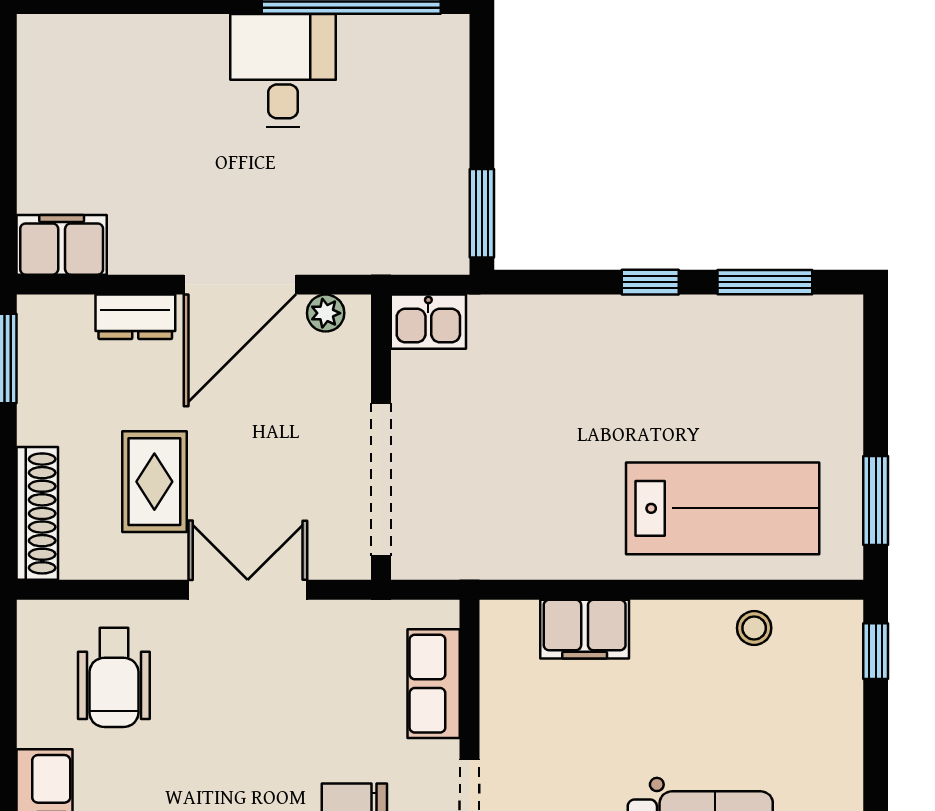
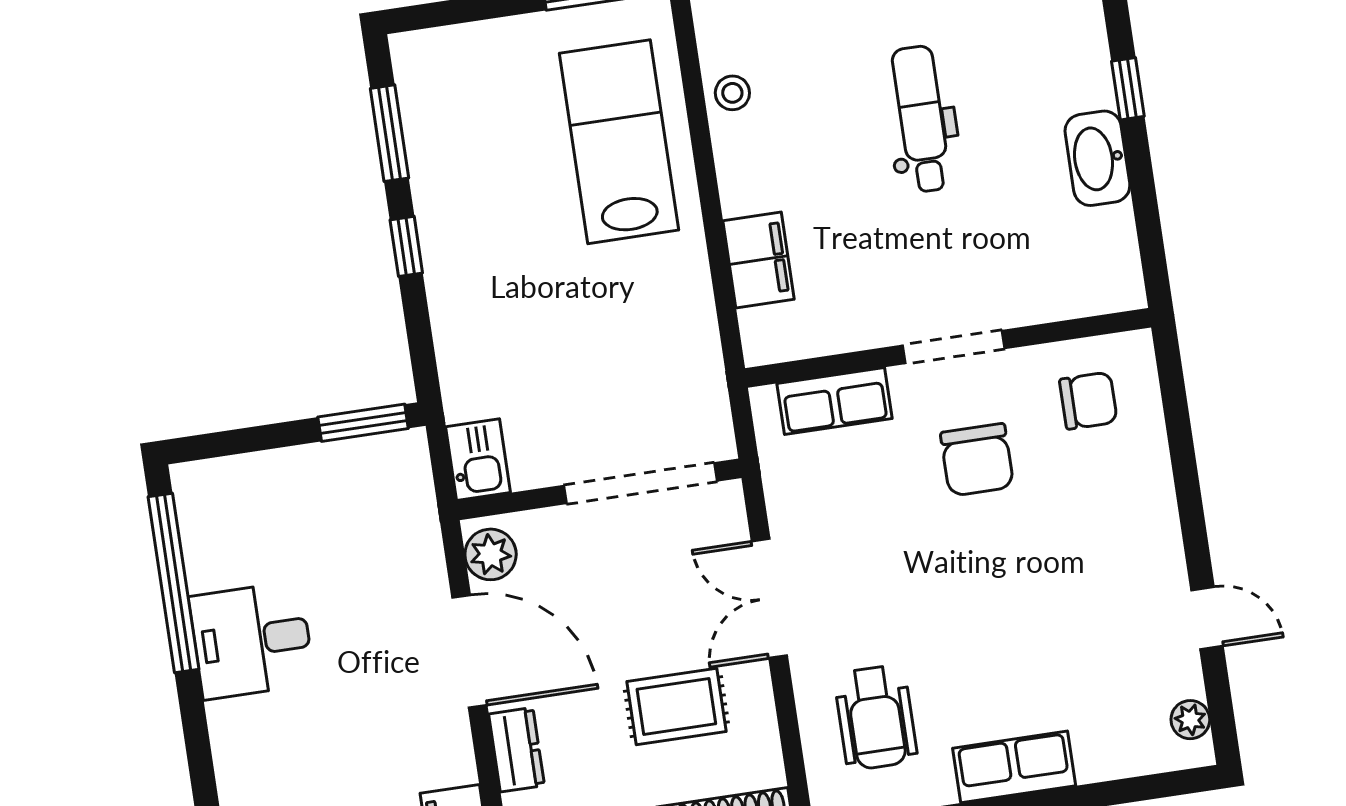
plant: (326, 313) -> (491, 554), width x1.38, depth x1.38
wheelchair: (114, 678) -> (876, 718), turned 90

